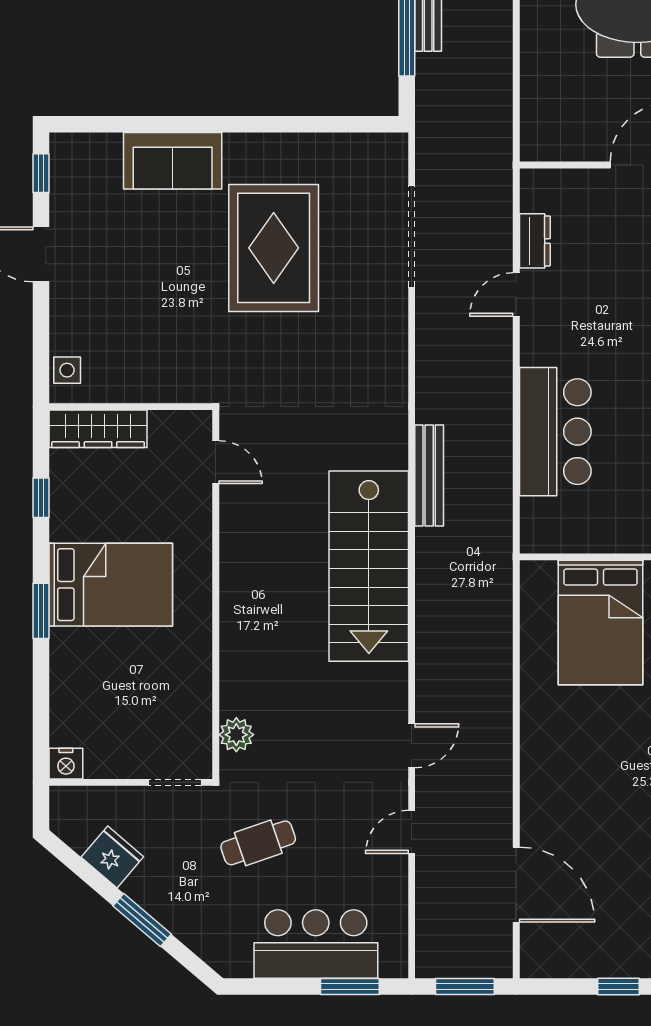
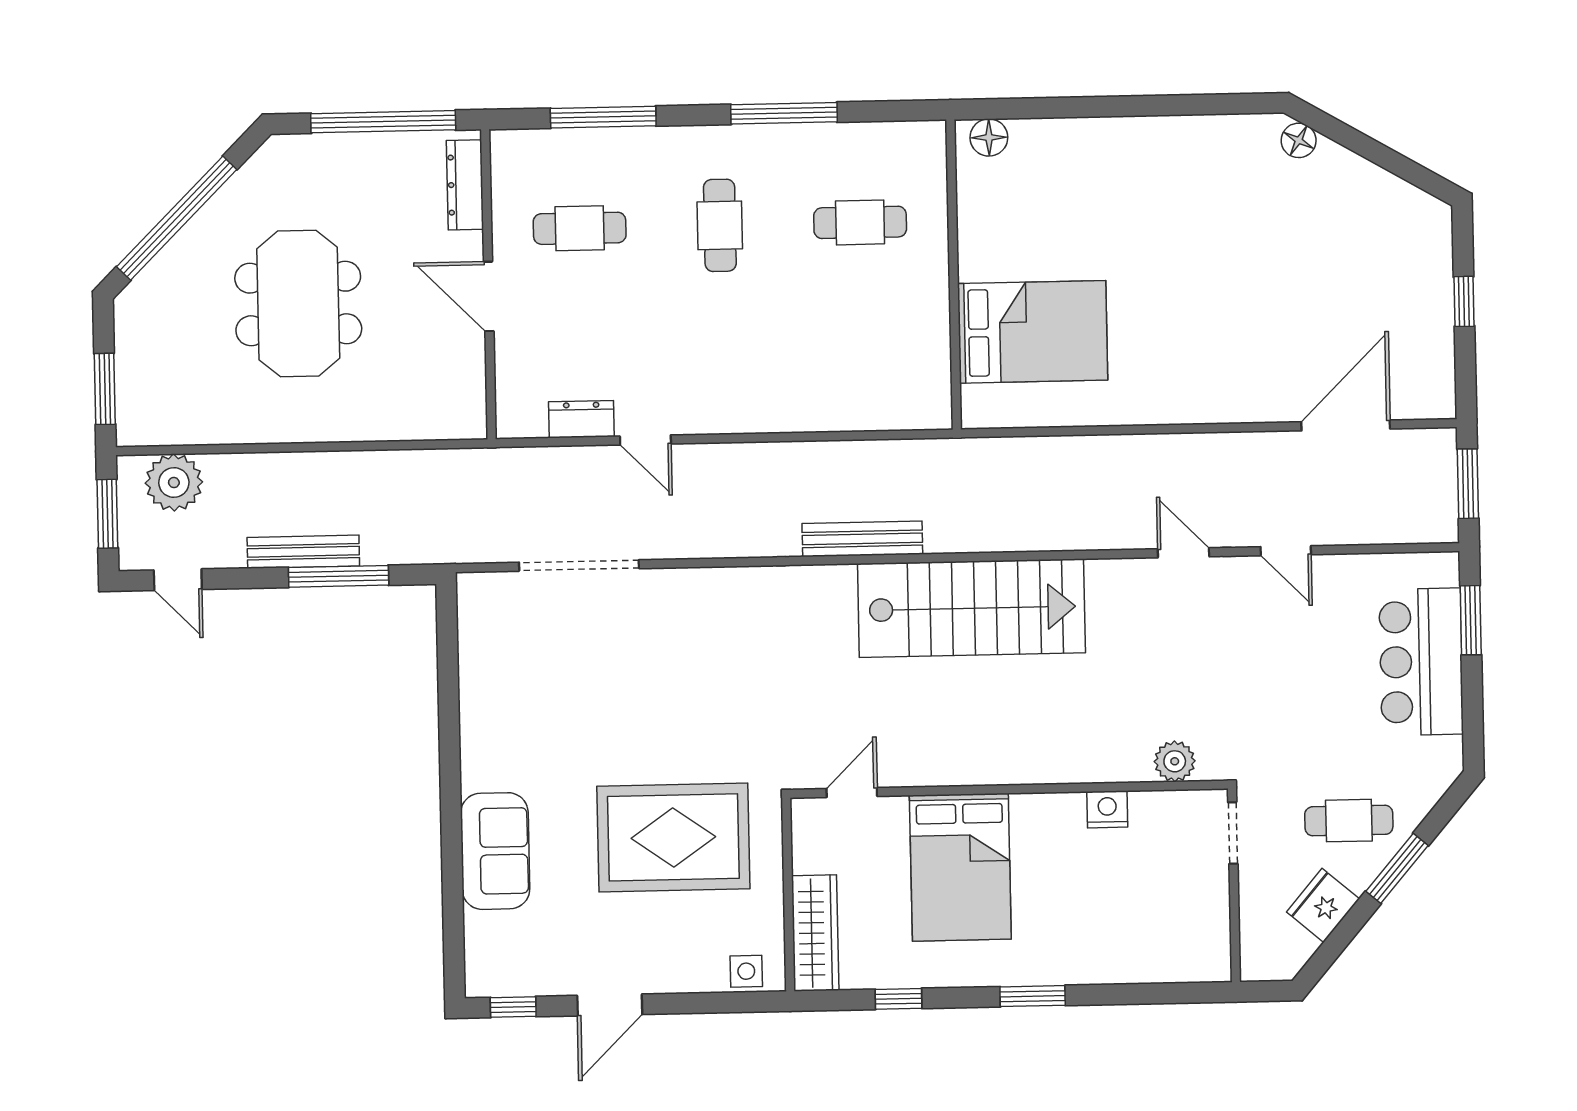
rug: (274, 248) -> (673, 837), moved
bar counter: (555, 432) -> (807, 390), removed
bed: (111, 585) -> (960, 867), moved, turned 180
nightstand: (66, 764) -> (1107, 809), moved, turned -90
cafe table: (258, 843) -> (1349, 821), moved, turned -71

